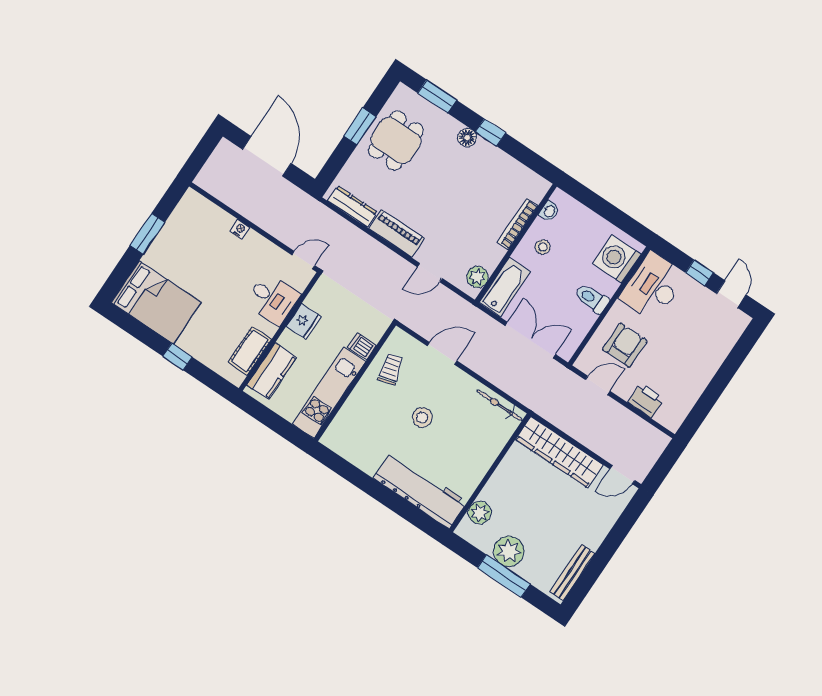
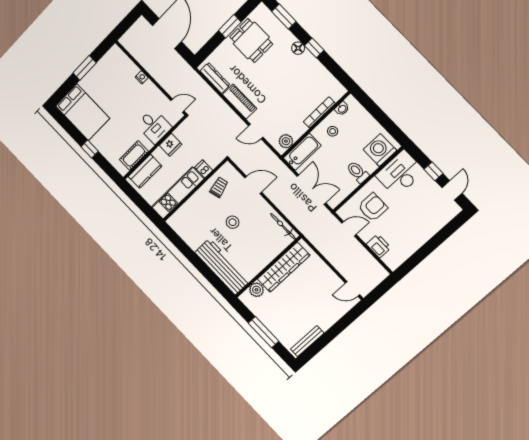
dining table: (396, 141) -> (251, 40), turned 90
wardrobe: (559, 452) -> (284, 267), moved, turned -90
plant: (509, 551) -> (270, 318), removed

